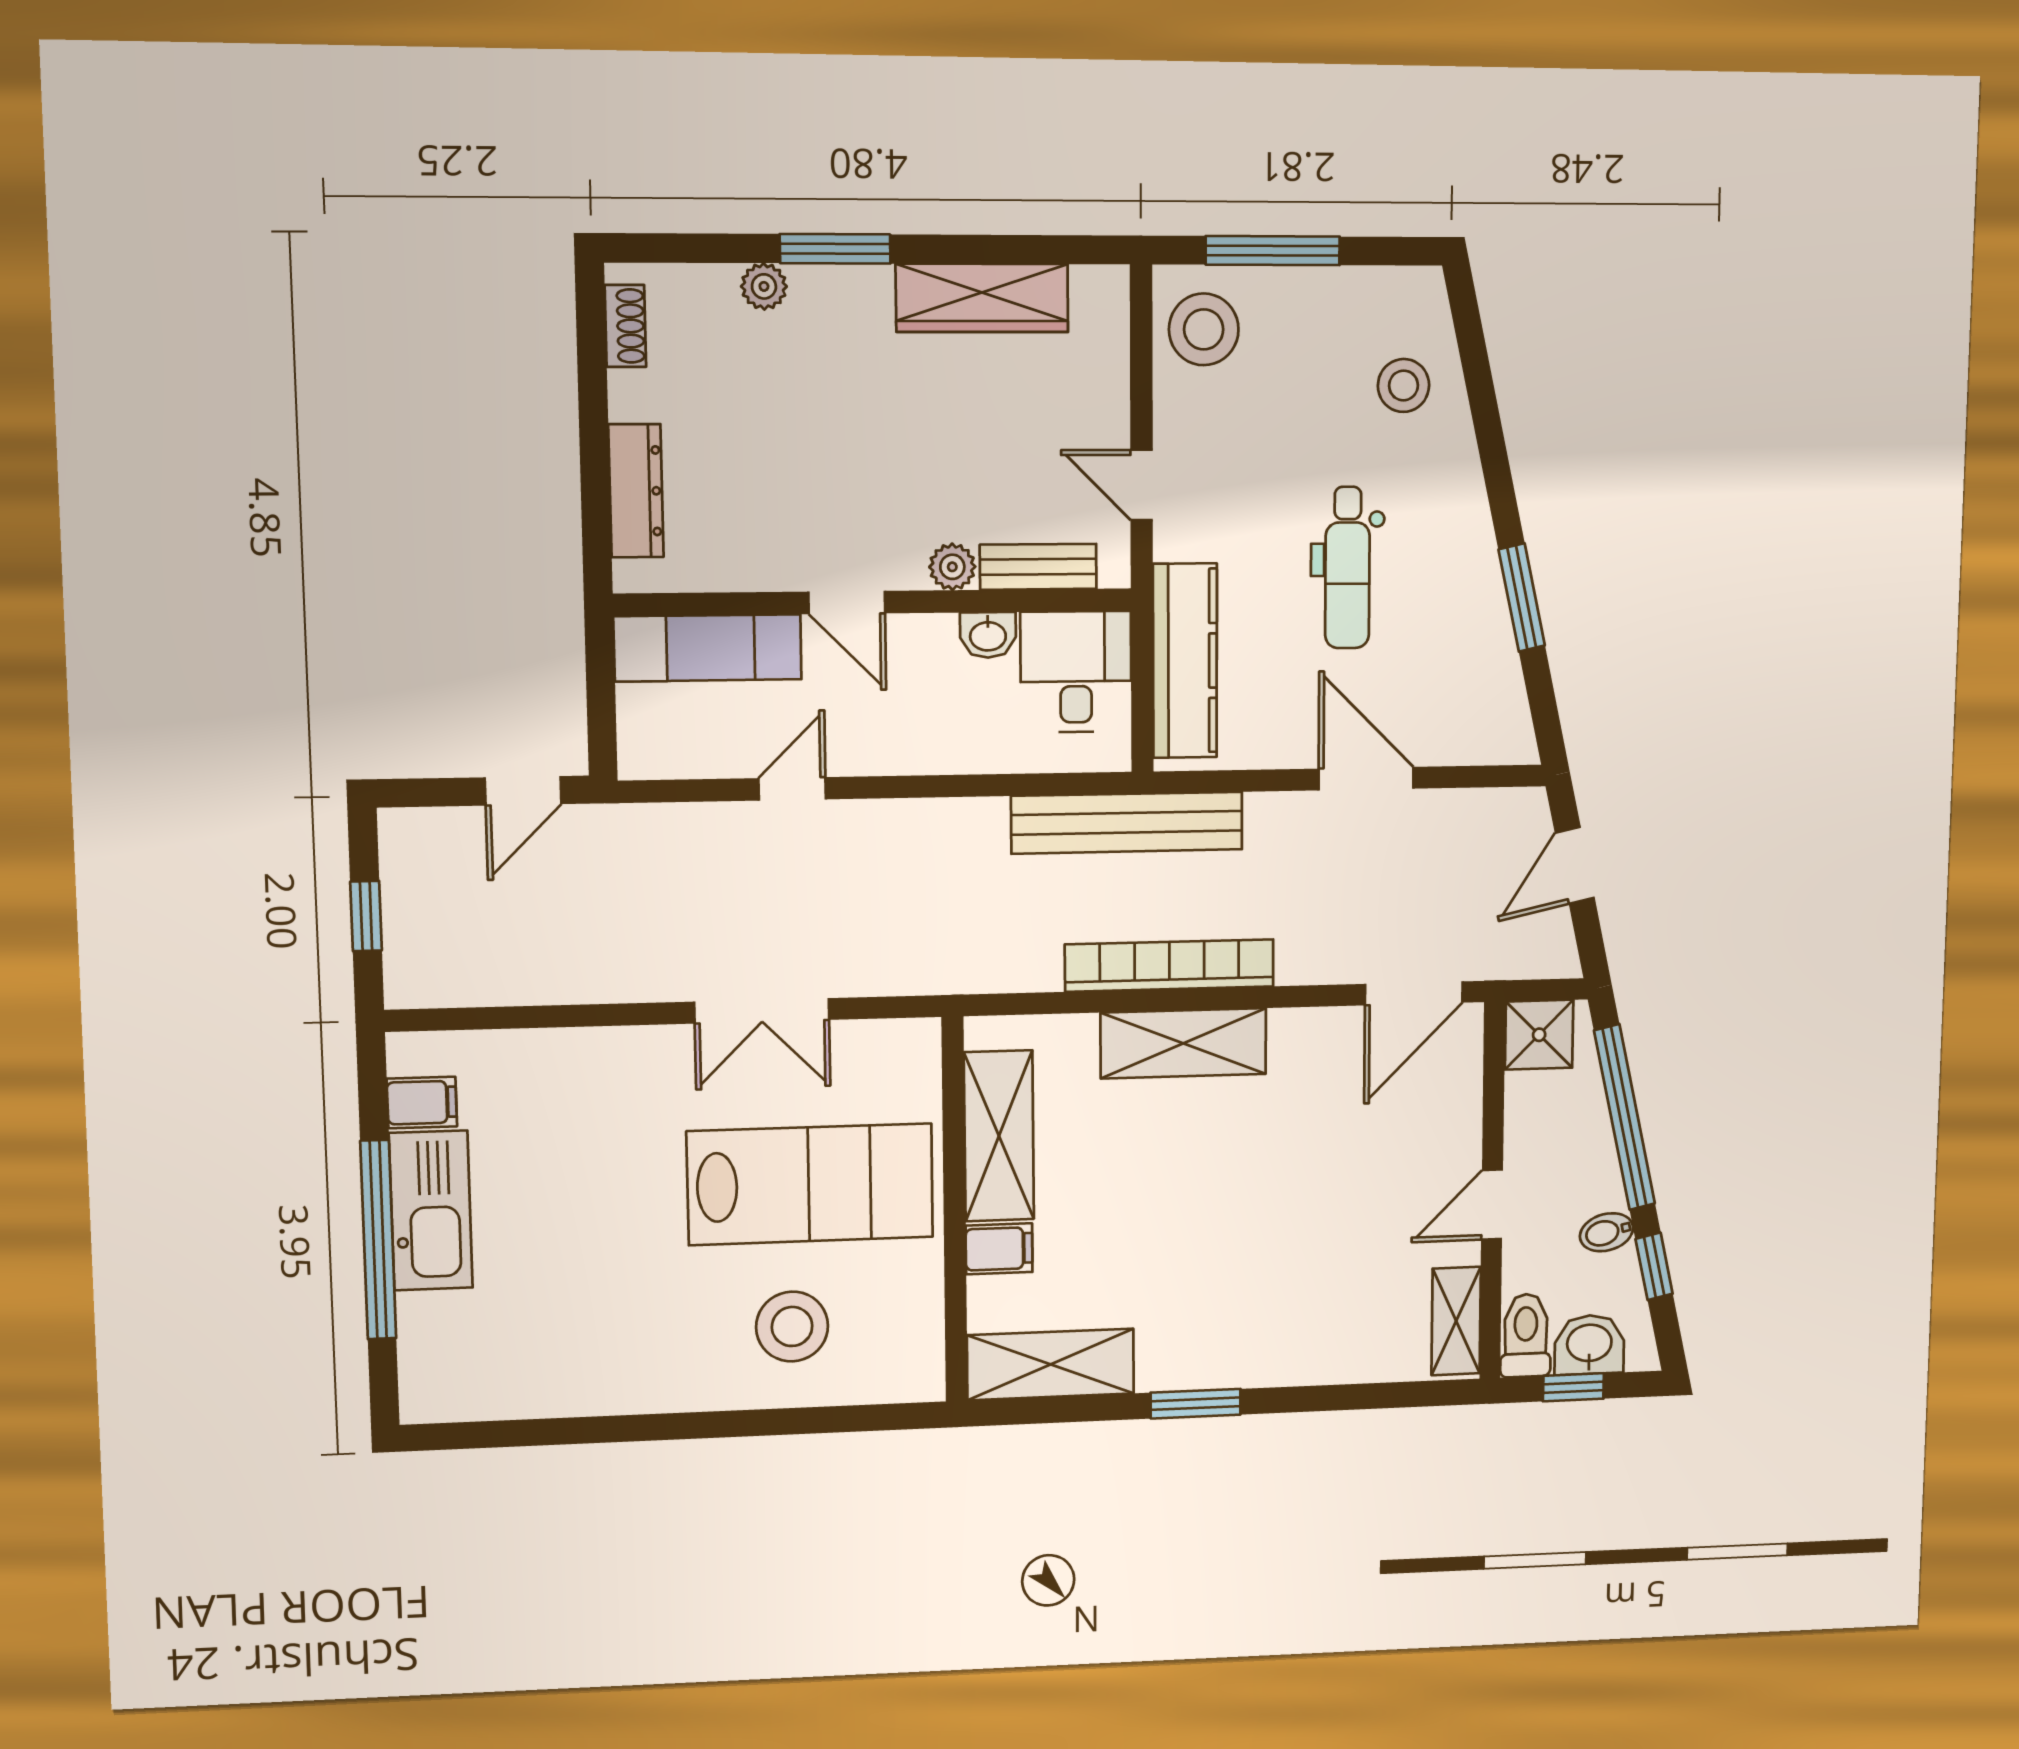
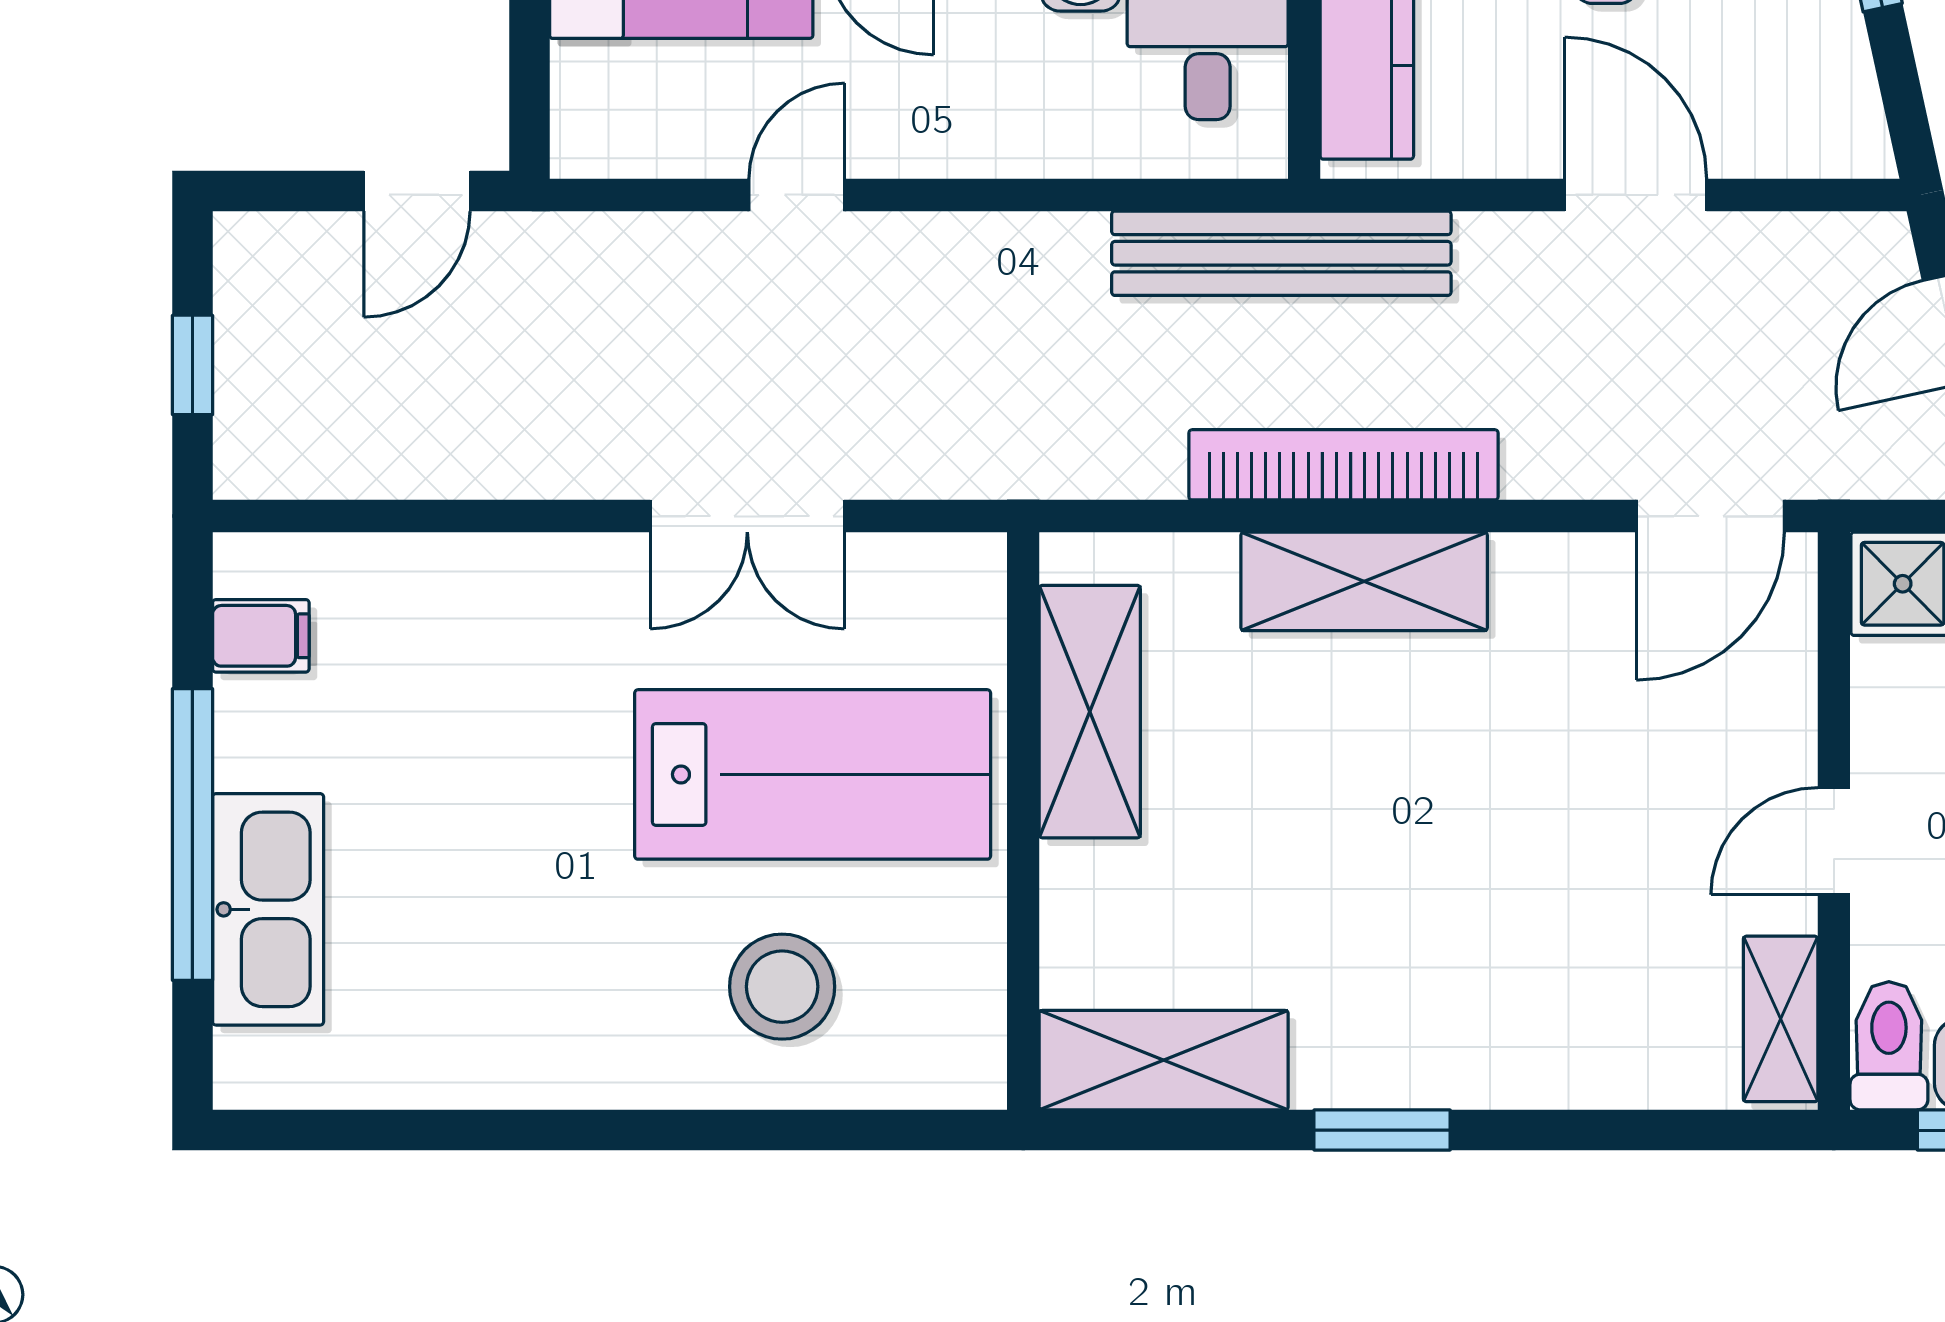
kitchen sink: (431, 1211) -> (268, 909), moved
filing cabinet: (999, 1249) -> (1088, 881), removed

